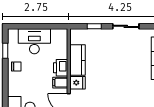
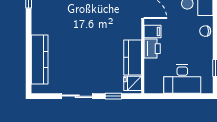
chair: (16, 67) -> (205, 31), moved
fridge: (78, 83) -> (133, 83), moved

